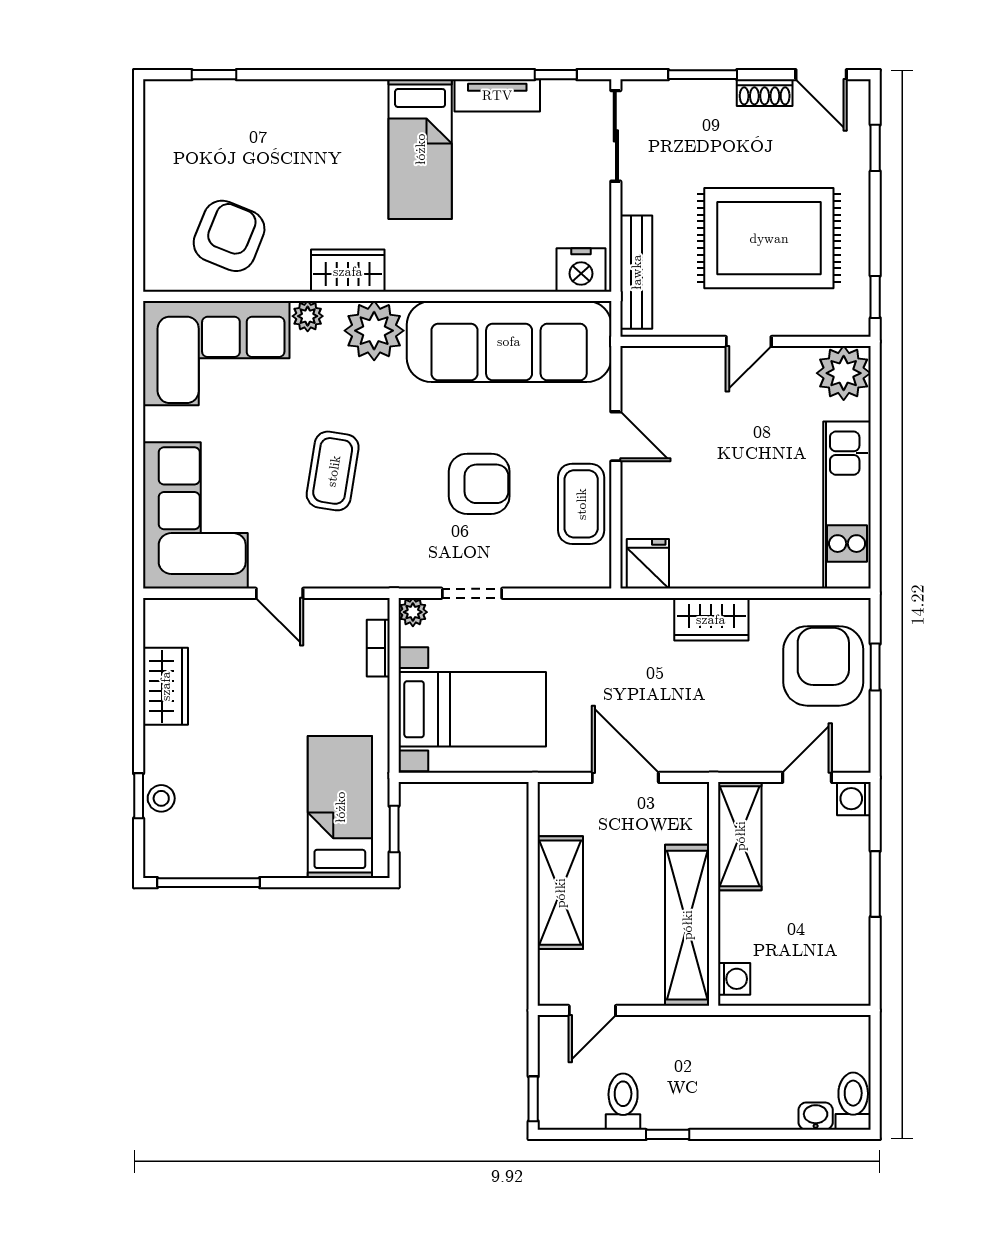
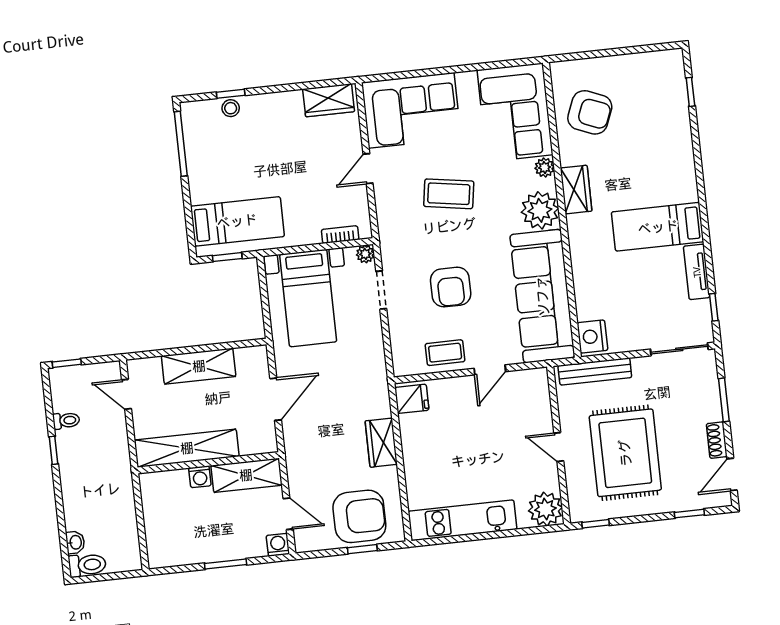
coffee table: (581, 504) -> (445, 353), width x0.73, depth x0.77
wardrobe: (165, 686) -> (329, 100), moved
washing machine: (734, 979) -> (200, 477), moved
toilet: (623, 1102) -> (66, 421), width x0.73, depth x0.72

